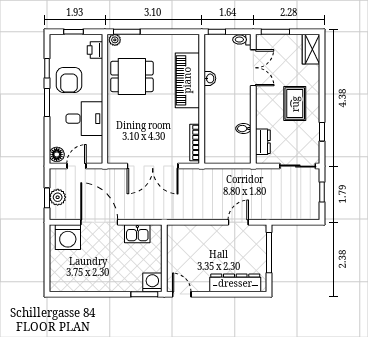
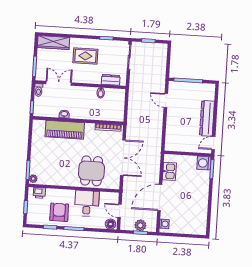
wardrobe: (311, 49) -> (53, 43), width x1.50
dining table: (132, 76) -> (92, 171), moved
armchair: (69, 80) -> (59, 212), turned -90
washing machine: (68, 237) -> (164, 224), width x0.53, depth x0.53
dresser: (235, 283) -> (207, 118), moved

